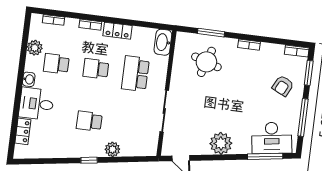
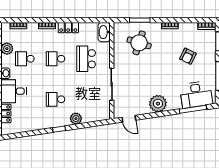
armchair: (283, 86) -> (188, 56), moved

